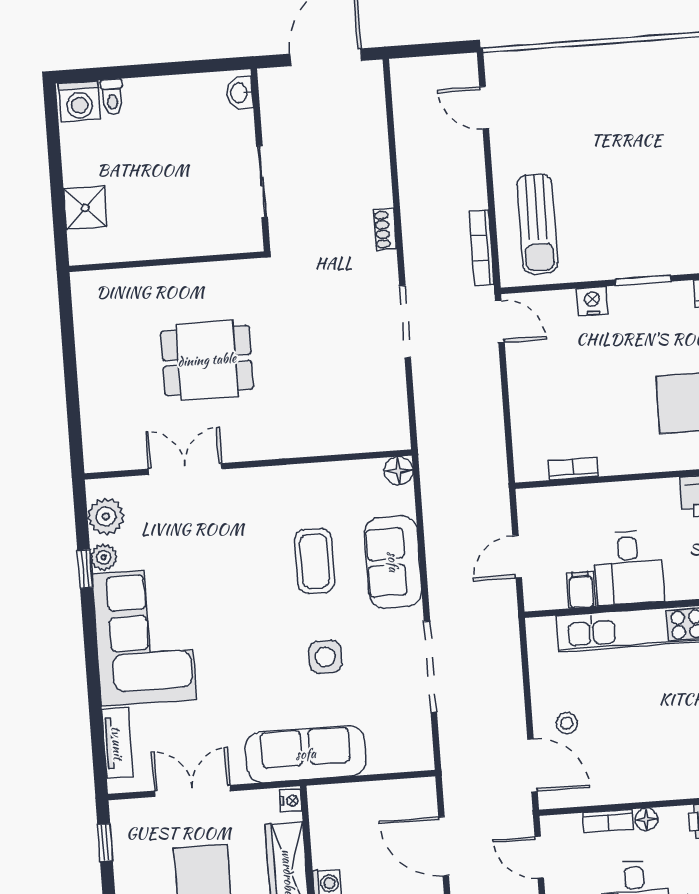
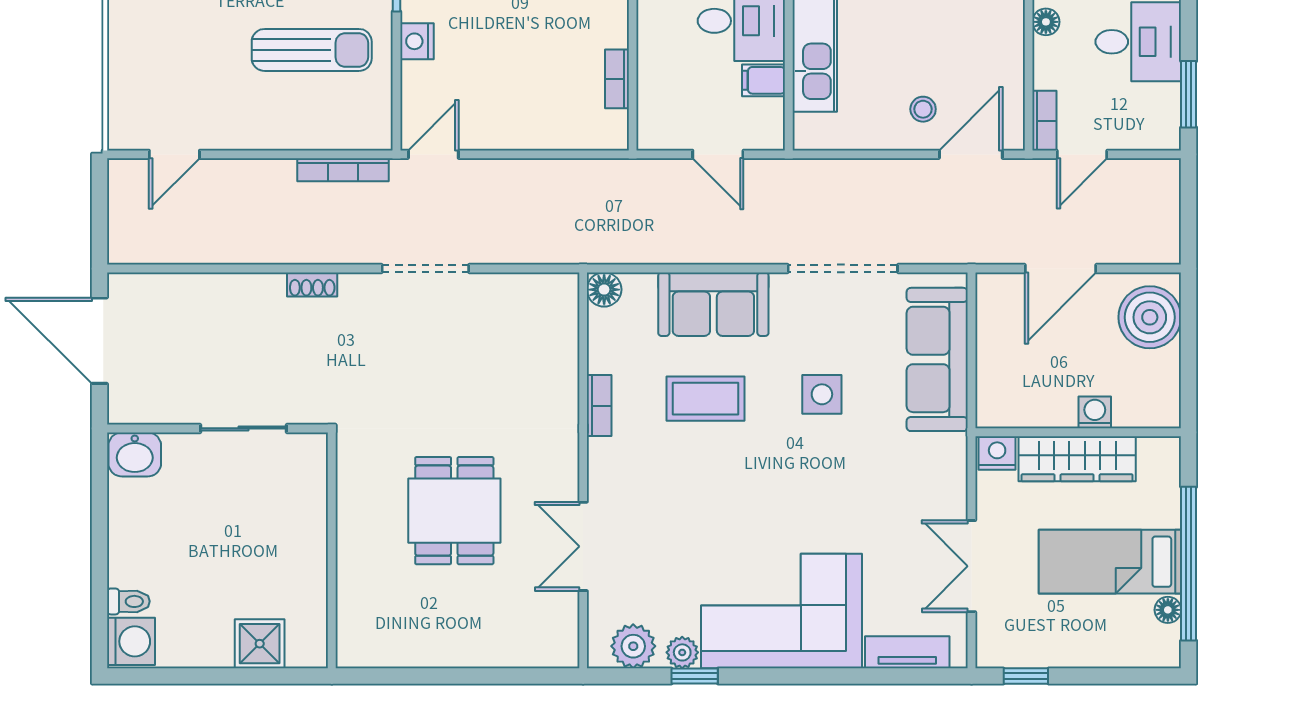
washbasin: (240, 93) -> (135, 454), width x1.38, depth x1.45
sun lounger: (537, 224) -> (312, 50), moved
bookcase: (302, 474) -> (599, 406), added
sofa: (306, 754) -> (937, 359), moved
nightstand: (291, 801) -> (997, 453), width x1.39, depth x1.35
bookcase: (608, 821) -> (1044, 121), moved

